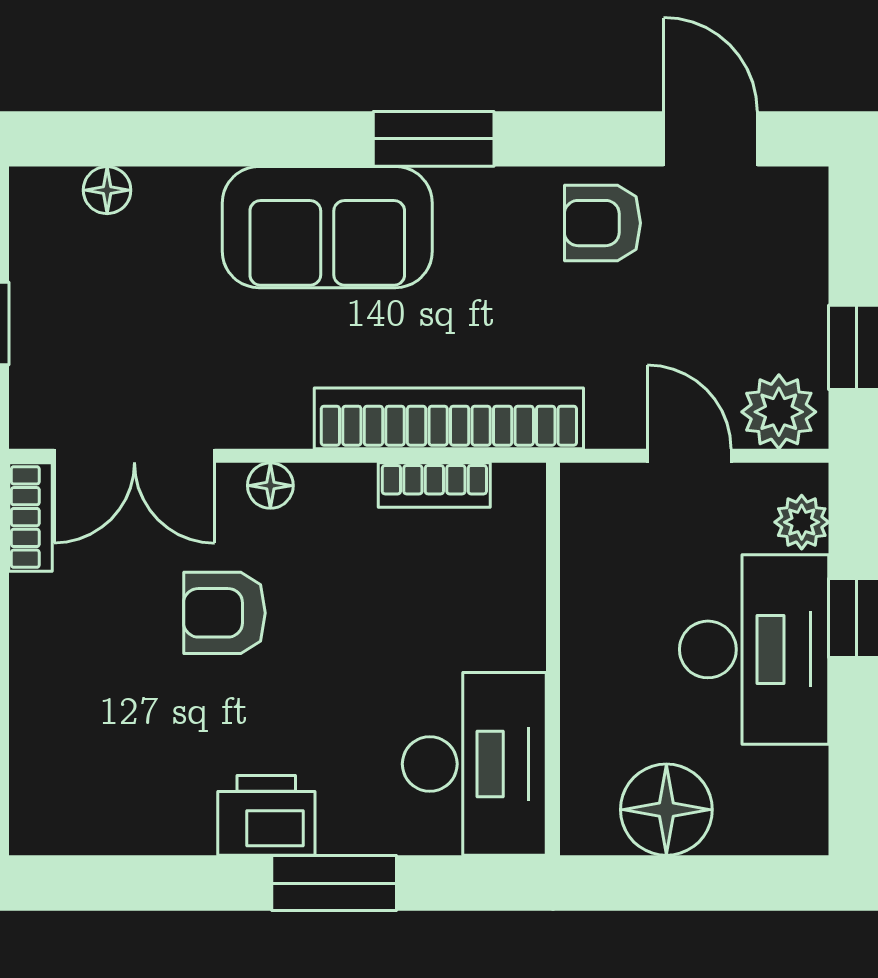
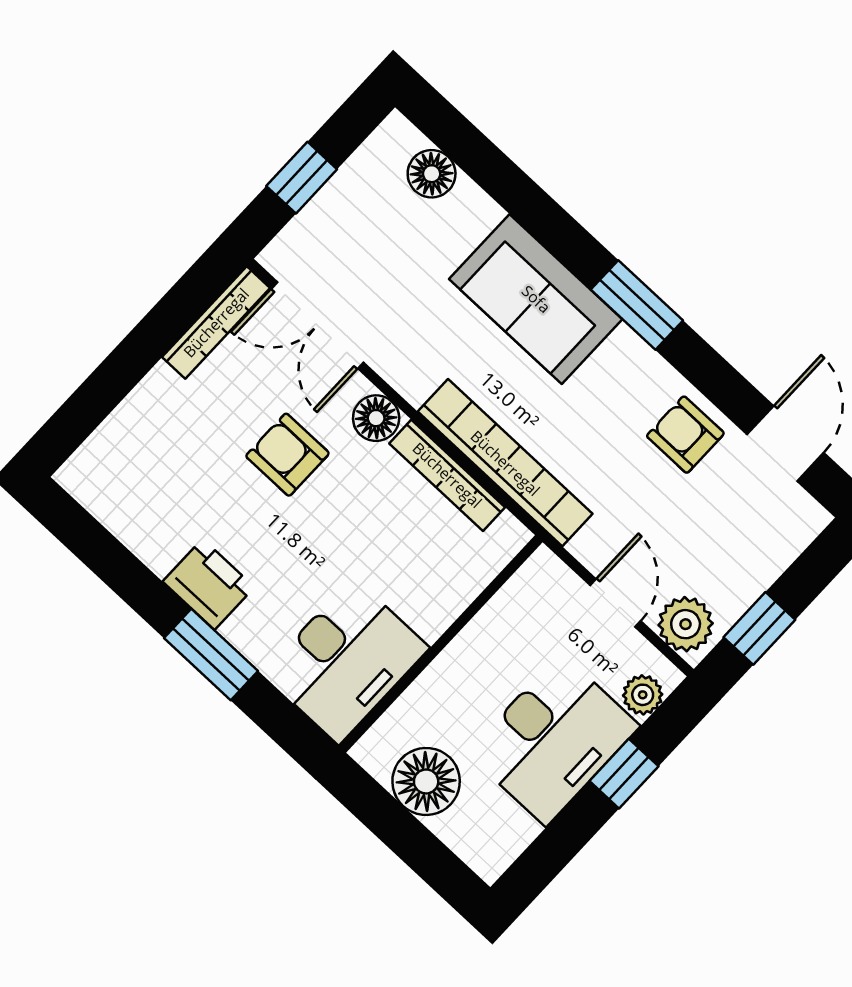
floor lamp: (107, 190) -> (432, 174), width x1.37, depth x1.37
bookcase: (434, 485) -> (447, 475), width x1.56
floor lamp: (270, 486) -> (376, 418), width x1.37, depth x1.37
bookcase: (31, 517) -> (216, 323), width x1.56

